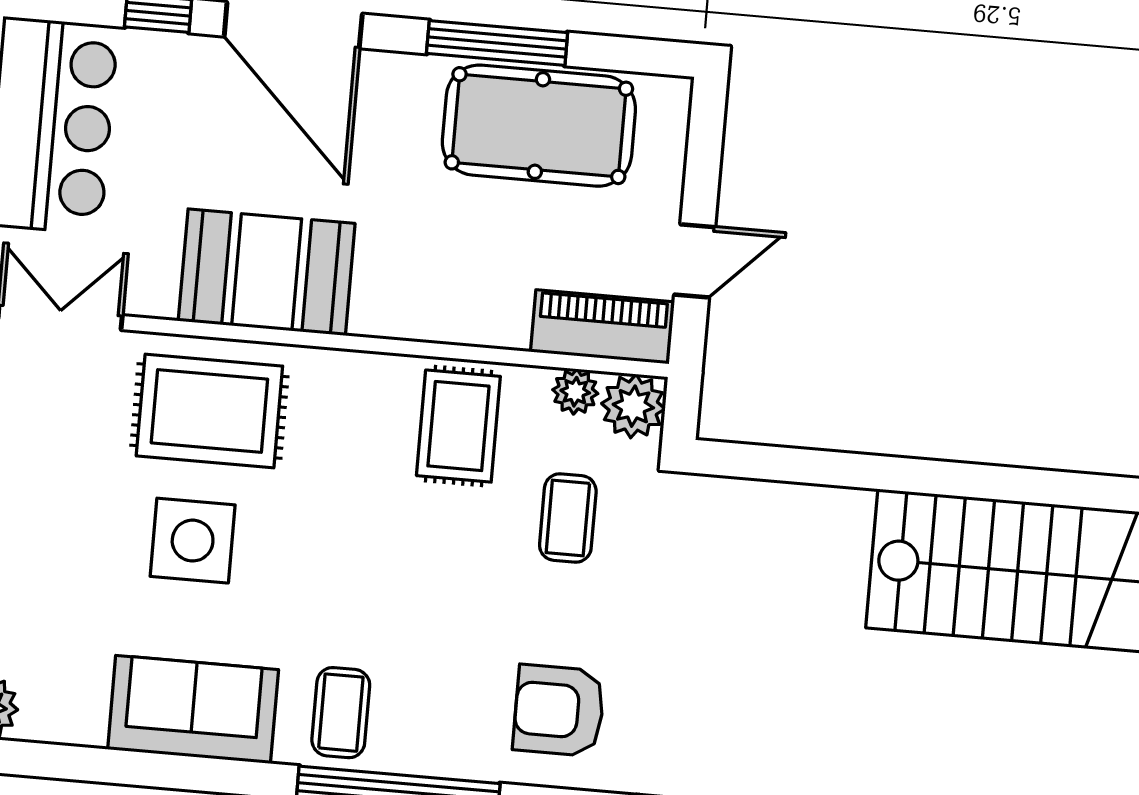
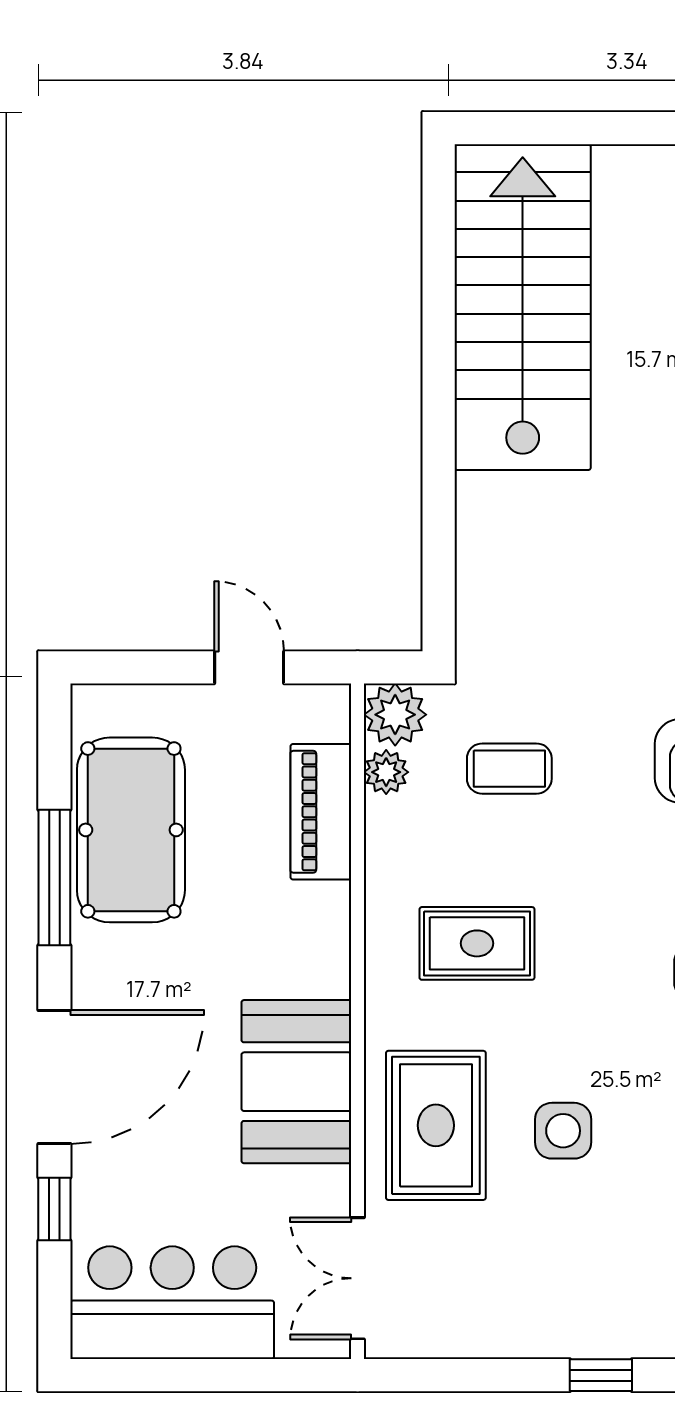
piano: (602, 327) -> (321, 812), moved
rug: (458, 426) -> (477, 943), moved
side table: (193, 541) -> (563, 1131), width x0.73, depth x0.73

